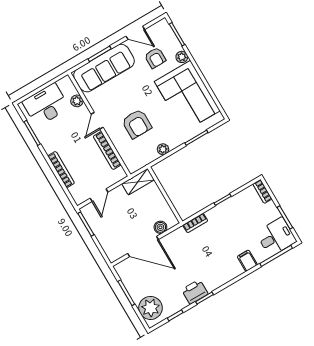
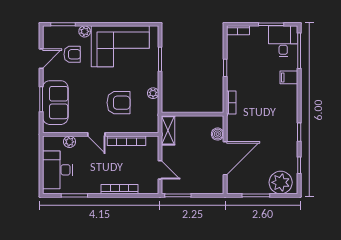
sofa: (104, 68) -> (55, 103), width x0.73
printer: (195, 292) -> (289, 137), removed

